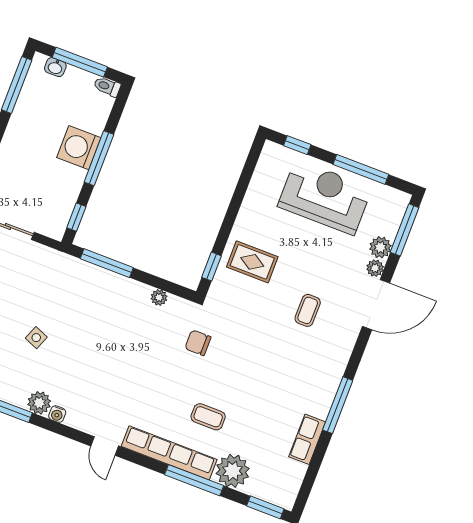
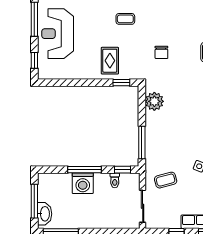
washbasin: (55, 67) -> (45, 214), width x1.91, depth x1.45
toilet: (107, 87) -> (115, 180), moved
coffee table: (35, 278) -> (166, 180), added
plant: (159, 297) -> (154, 101), width x1.88, depth x1.88
chair: (198, 343) -> (161, 52), moved

